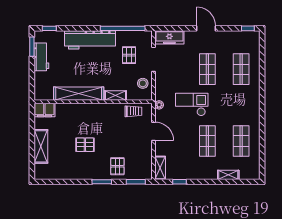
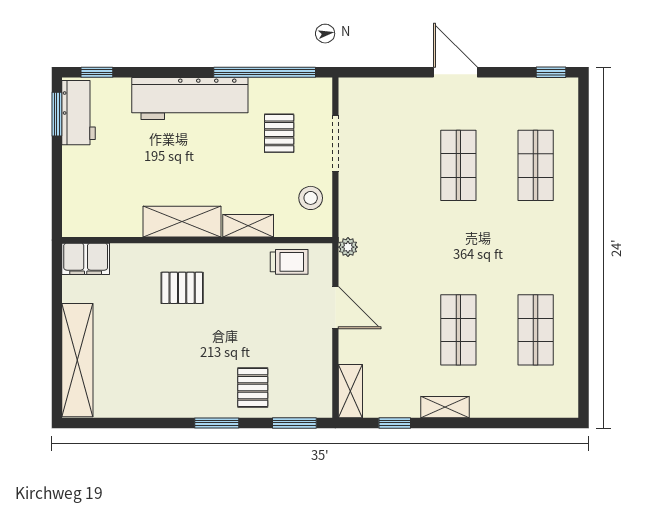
freezer: (169, 37) -> (372, 93), removed
workbench: (41, 57) -> (79, 113), moved
shelving: (79, 94) -> (182, 222), width x0.68
checkout: (192, 105) -> (423, 246), removed
pallet: (85, 145) -> (182, 288), moved
shelving: (41, 146) -> (77, 360), width x1.47
shelving: (228, 175) -> (445, 407), moved

